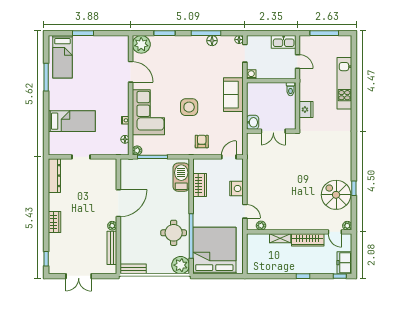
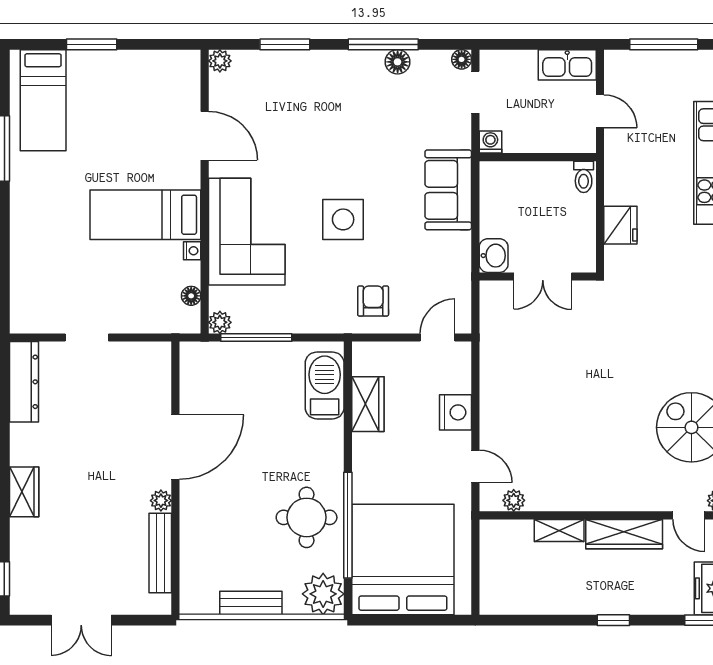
plant: (141, 44) -> (220, 61), width x0.53, depth x0.53
bed: (72, 121) -> (145, 215), moved, turned 180
bench: (133, 269) -> (251, 603), moved

